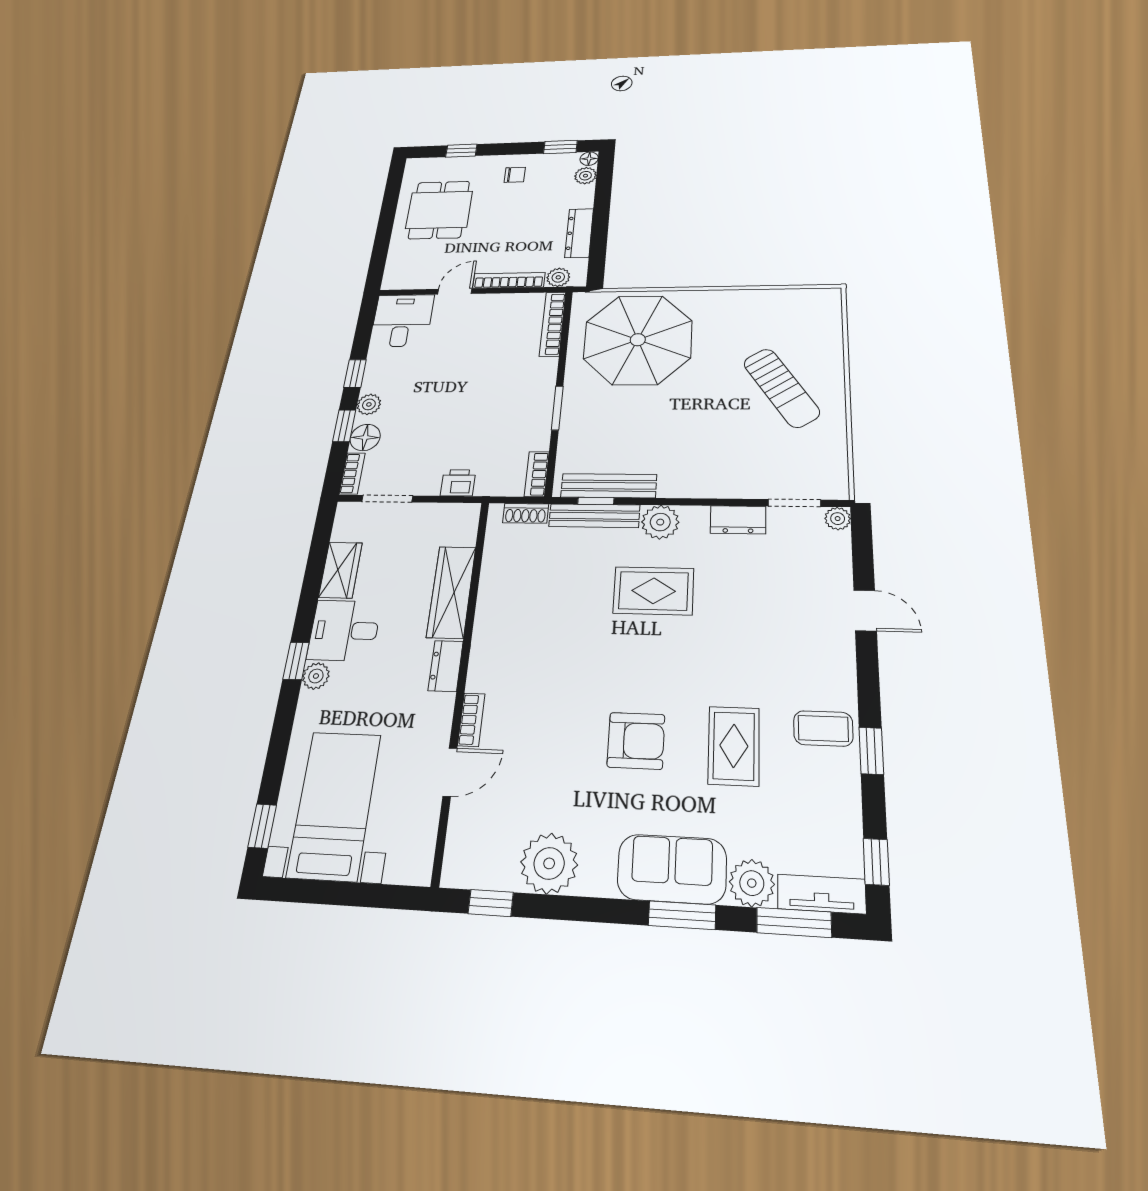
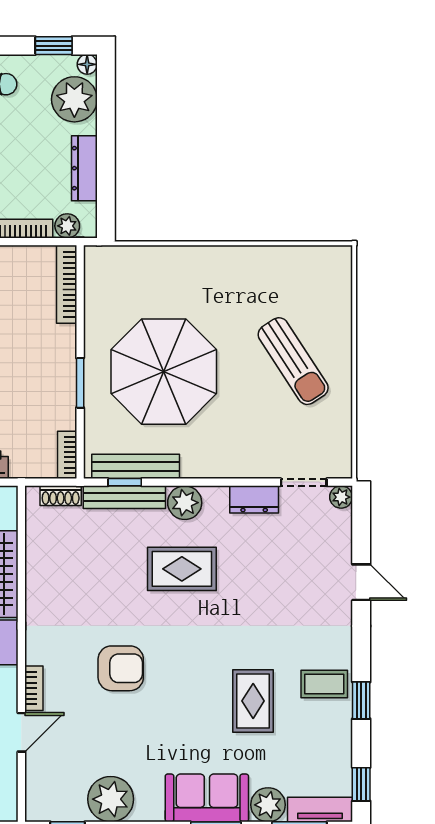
plant: (585, 176) -> (74, 99), width x1.87, depth x1.87
parasol: (638, 340) -> (164, 372), moved
armchair: (636, 741) -> (121, 668), moved

